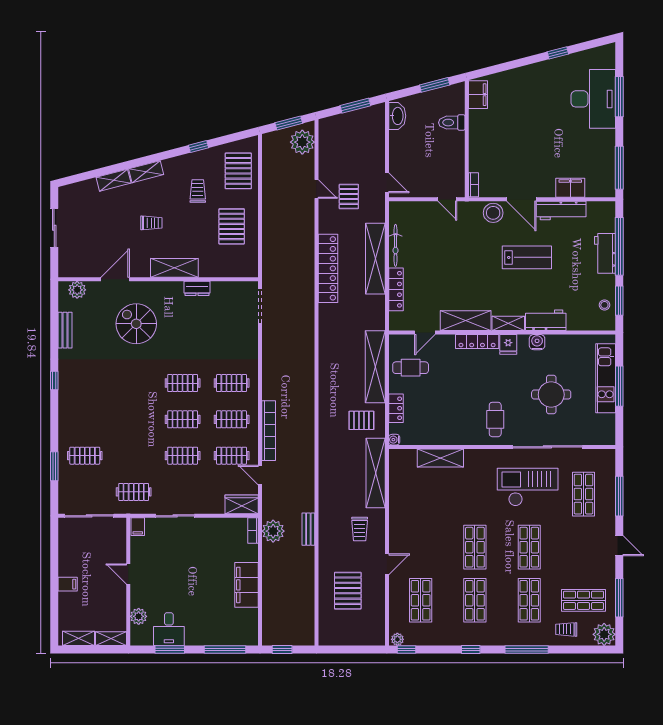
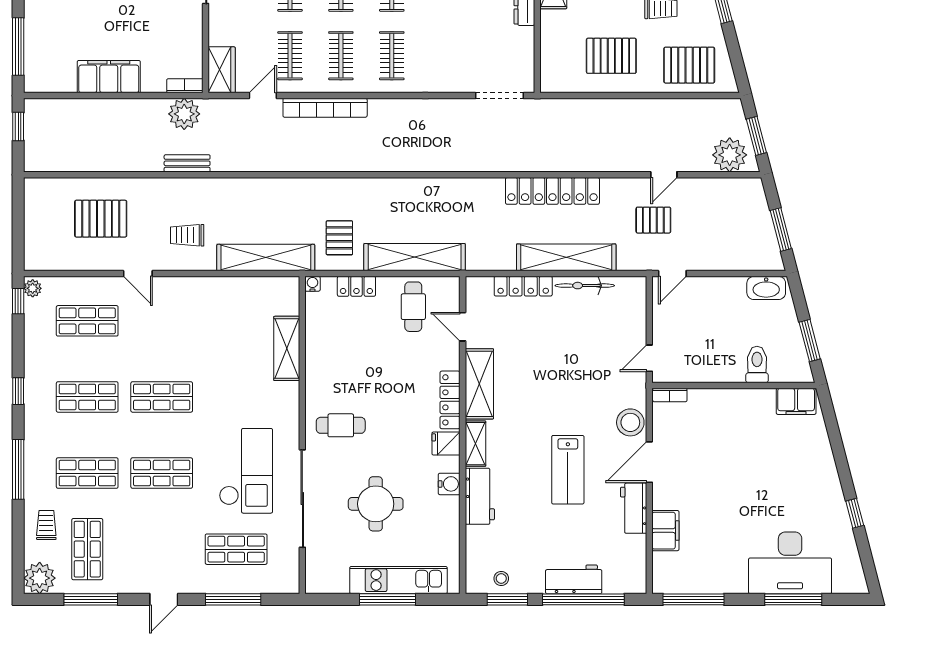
workbench: (561, 210) -> (634, 508), width x0.73

